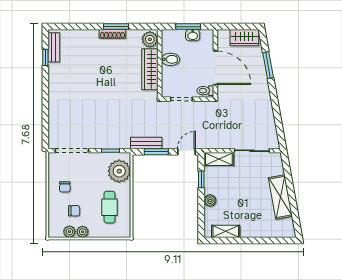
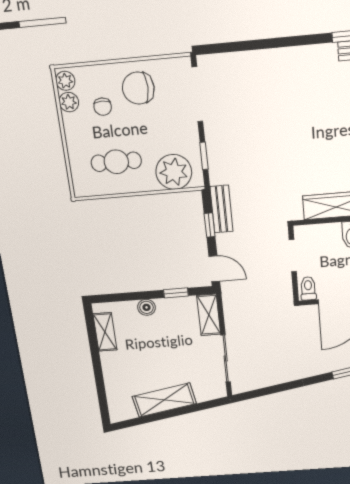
window: (156, 152) -> (210, 225), width x0.67
chair: (65, 187) -> (138, 88), width x1.87, depth x1.87
plant: (83, 232) -> (65, 81), moved

